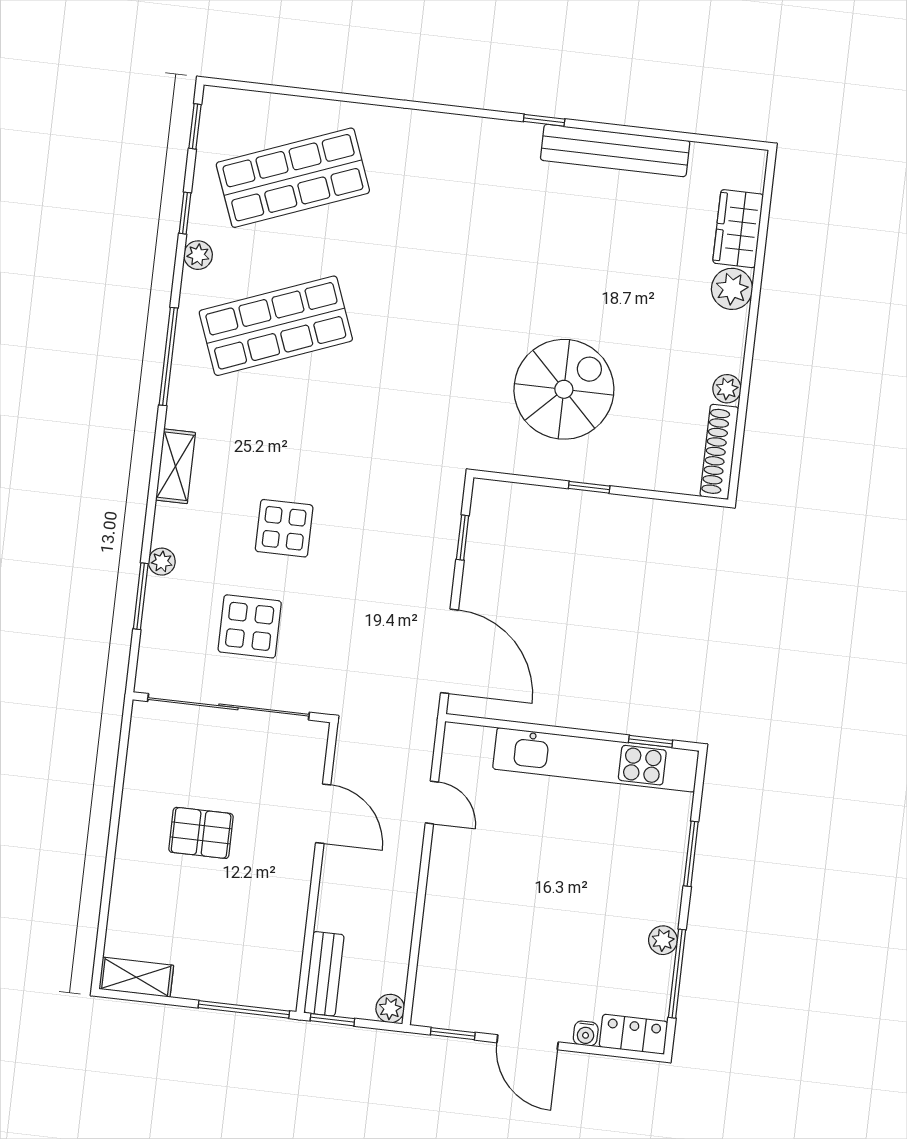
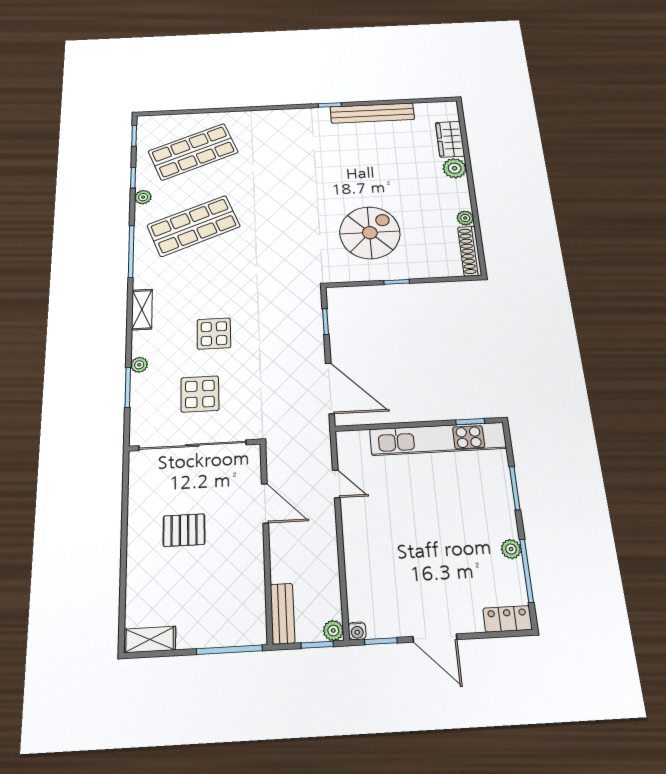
window: (332, 1020) -> (317, 645), moved
water cooler: (586, 1033) -> (357, 631), moved

